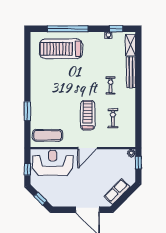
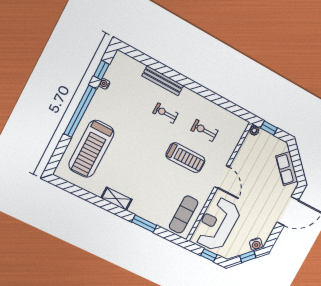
window: (68, 29) -> (80, 111), moved
shelving: (130, 45) -> (116, 199), moved
treadmill: (88, 115) -> (185, 158), turned 180
water cooler: (52, 200) -> (256, 244), added

